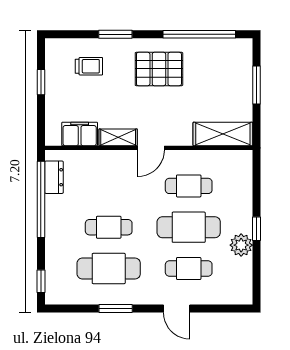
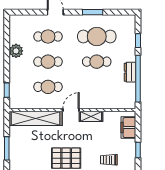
filing cabinet: (80, 134) -> (128, 128), moved, turned 90
shelving: (223, 134) -> (36, 118), width x1.47
dresser: (54, 177) -> (130, 72), moved
cafe table: (189, 227) -> (48, 62), width x0.73, depth x0.74
window: (256, 229) -> (7, 90), moved
window: (41, 281) -> (138, 41), moved

